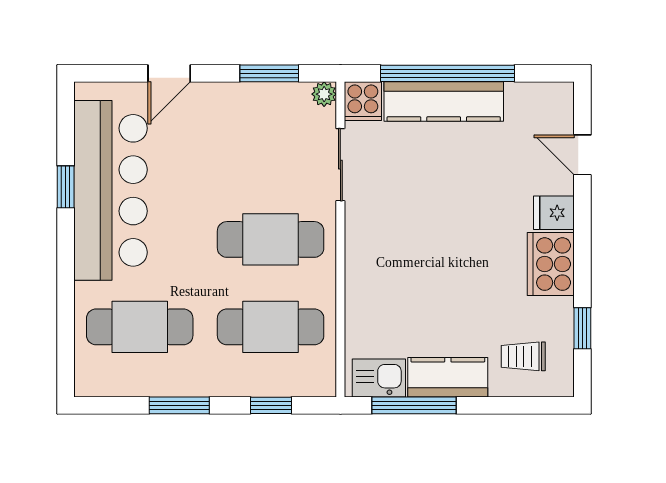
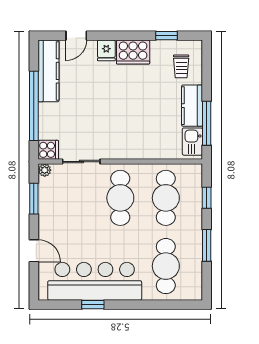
kitchen counter: (444, 102) -> (48, 71), moved

